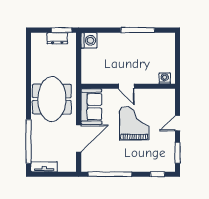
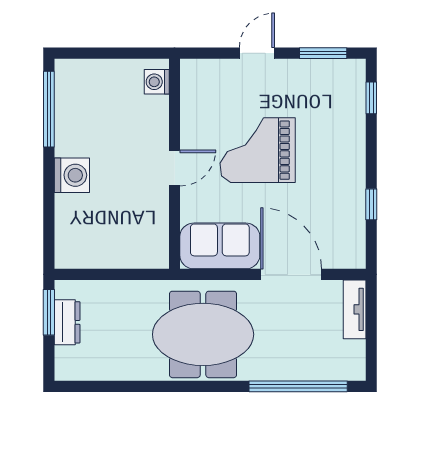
window: (138, 30) -> (49, 109), moved
washing machine: (89, 40) -> (72, 175), moved, turned 90
door: (178, 123) -> (257, 53), swing flipped
tv unit: (44, 167) -> (355, 309), moved
window: (110, 174) -> (371, 204), width x0.32

